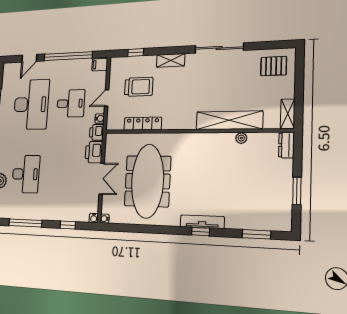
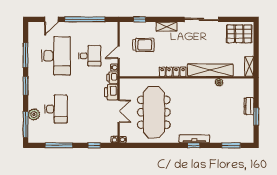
filing cabinet: (100, 65) -> (112, 27), removed
pallet: (274, 66) -> (239, 34), width x1.50, depth x1.42
locker: (143, 124) -> (173, 72), moved
dresser: (286, 145) -> (249, 106), moved

